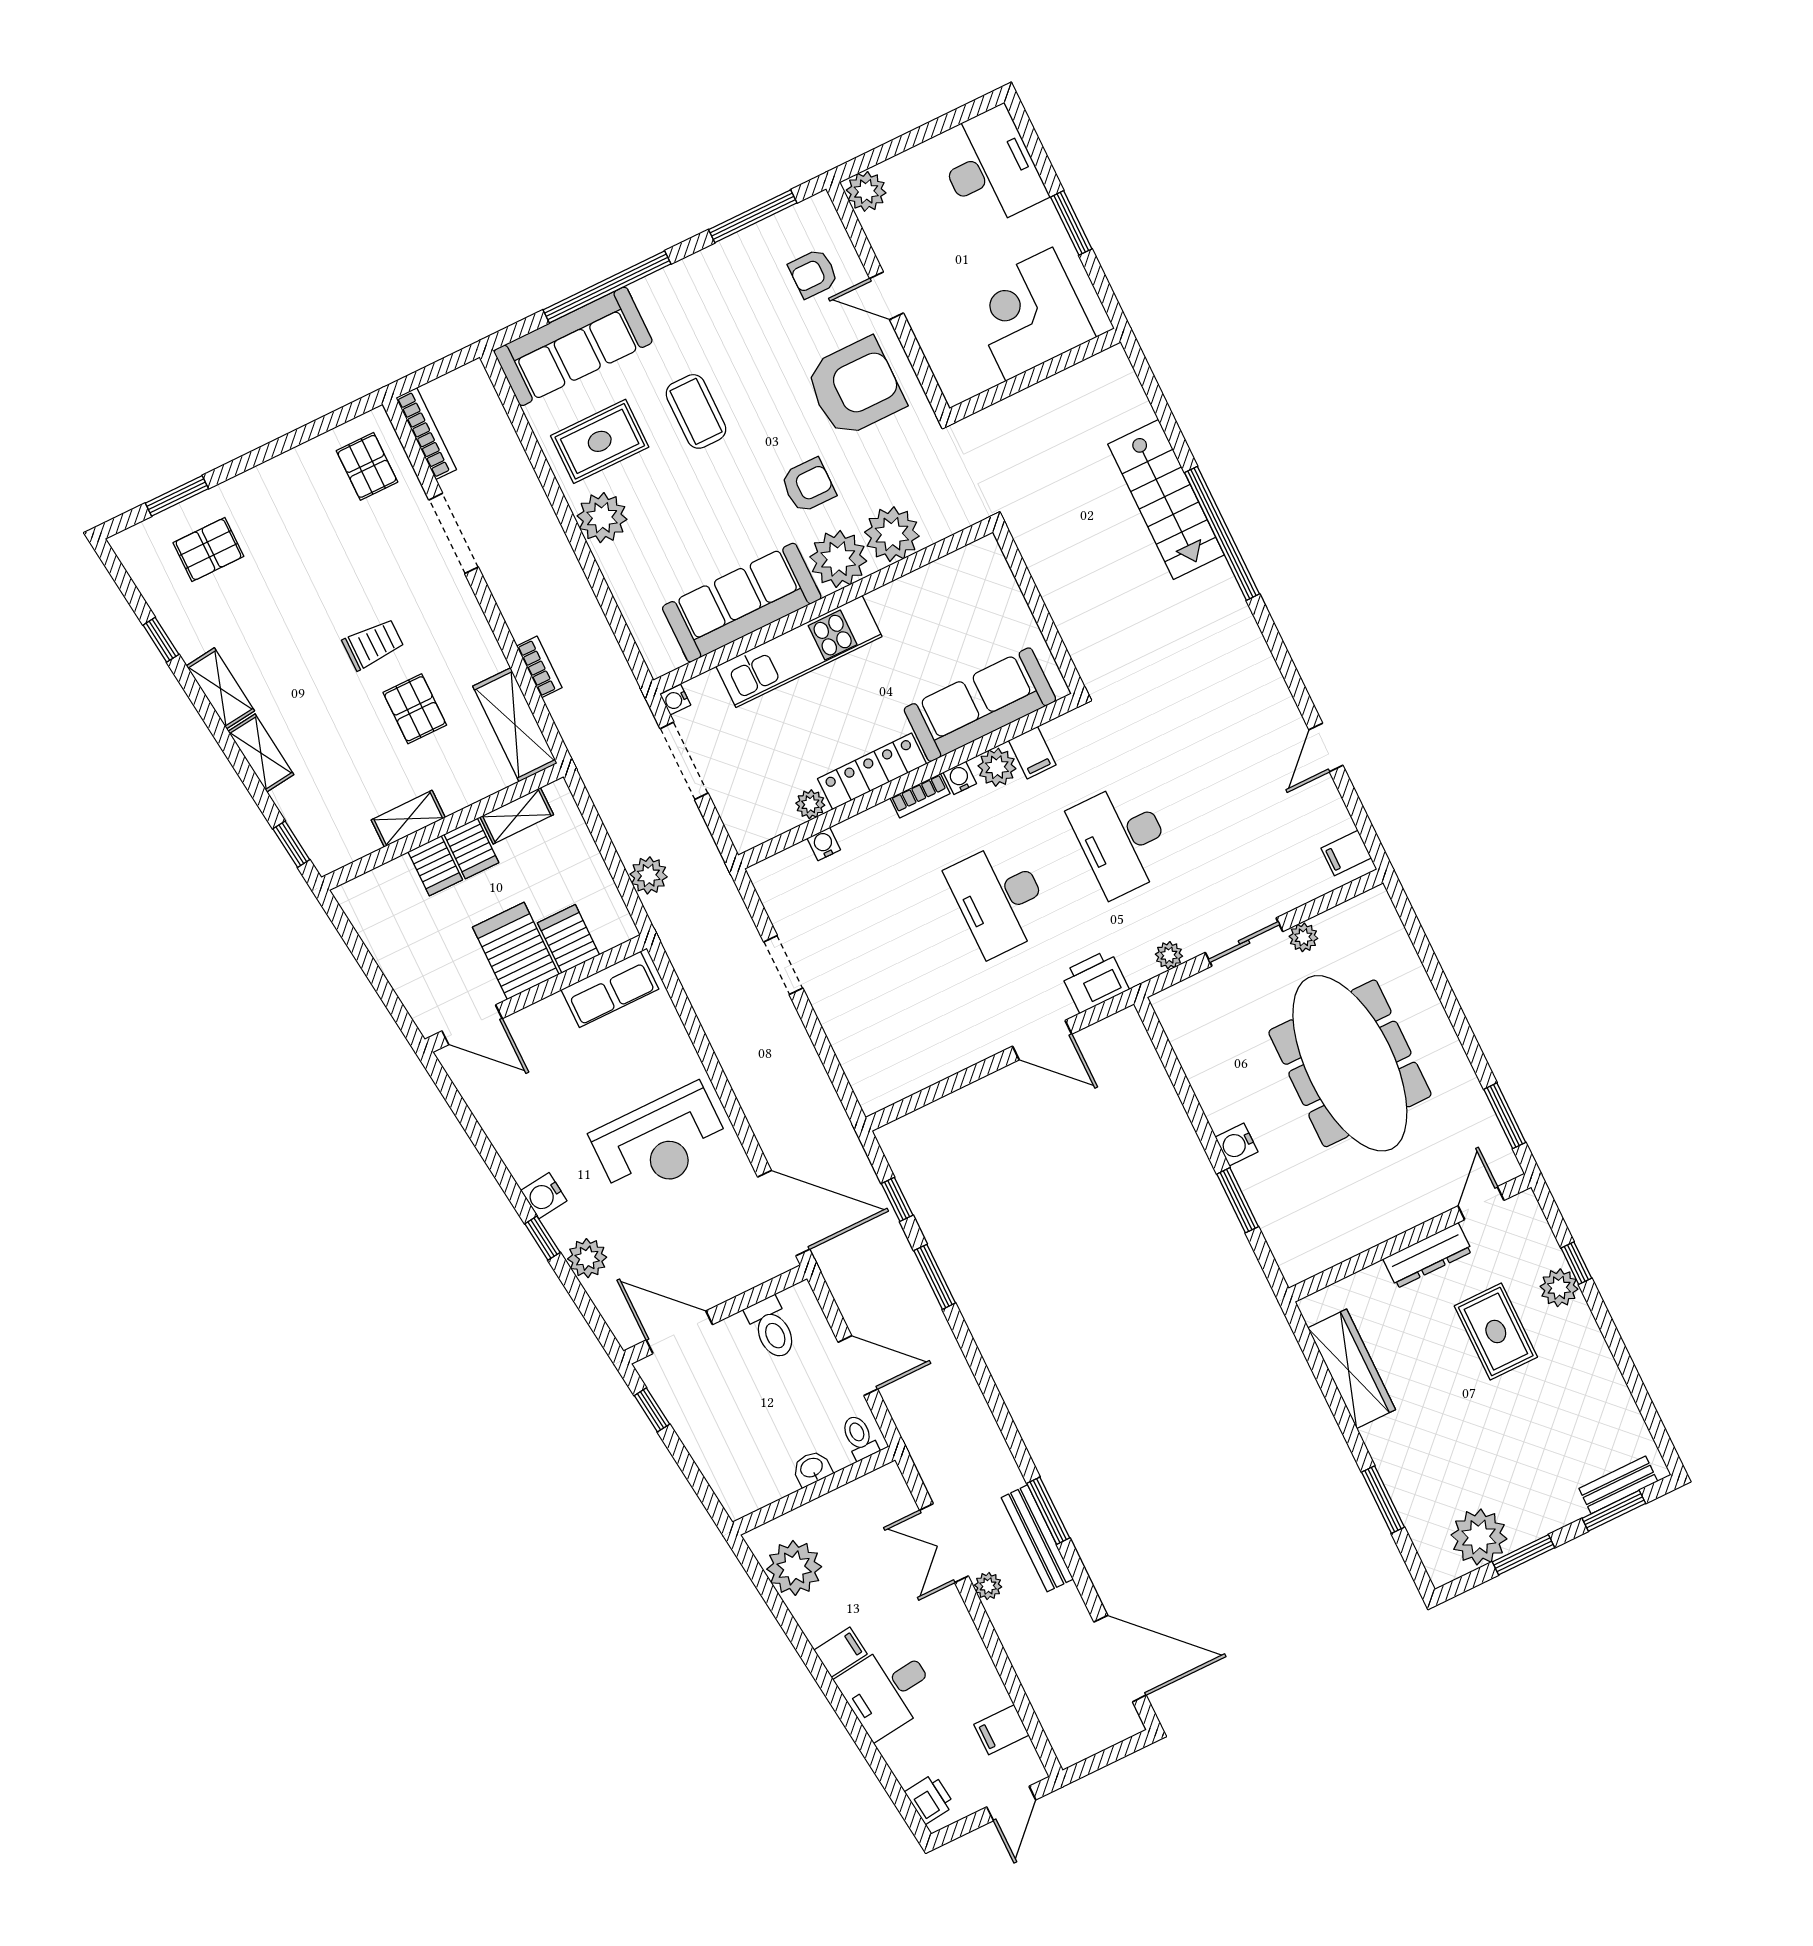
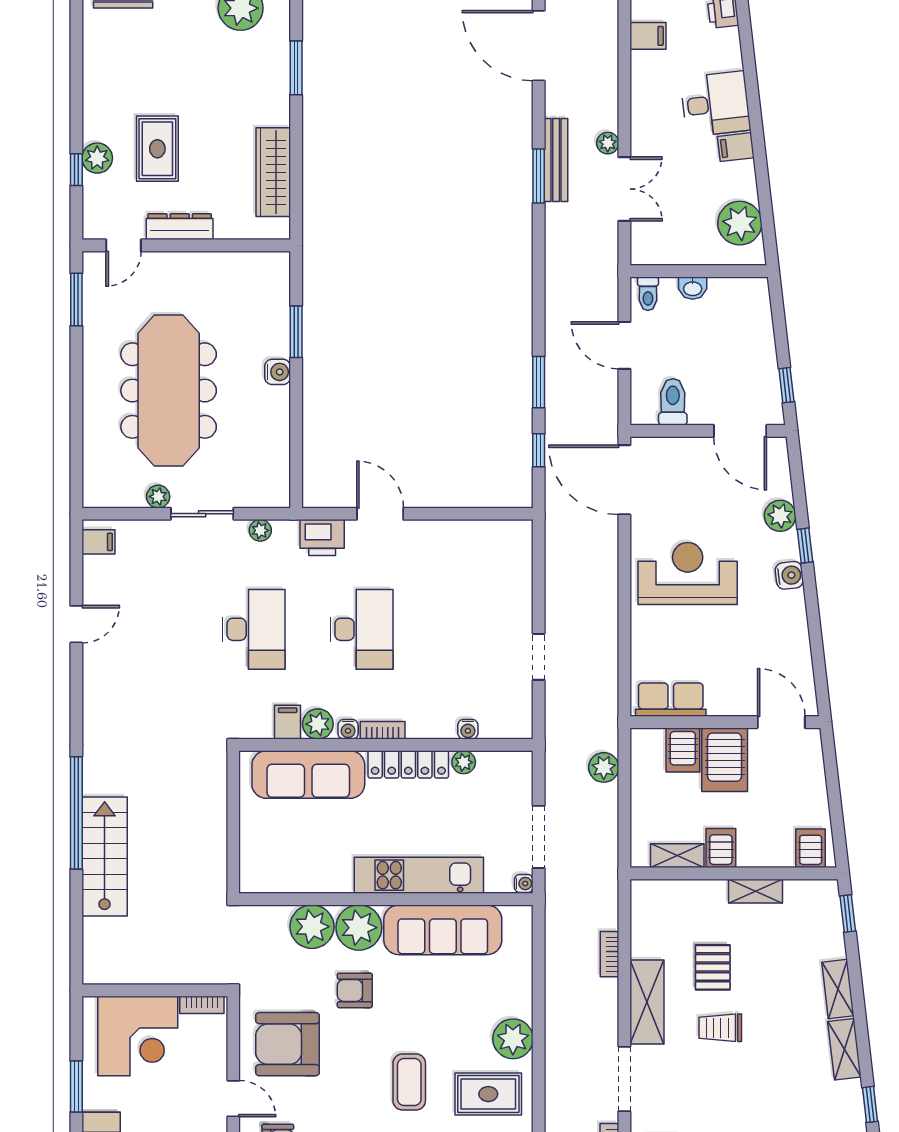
bookcase: (974, 385) -> (202, 1005), added
shelving: (515, 725) -> (647, 1002), moved
server rack: (435, 866) -> (811, 848), moved

